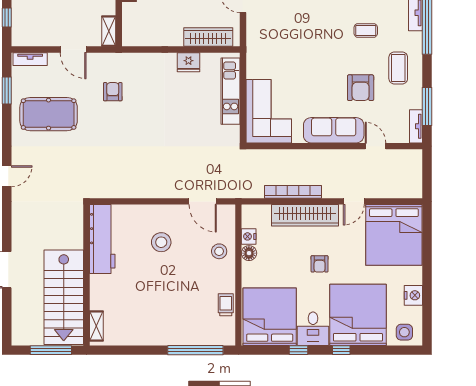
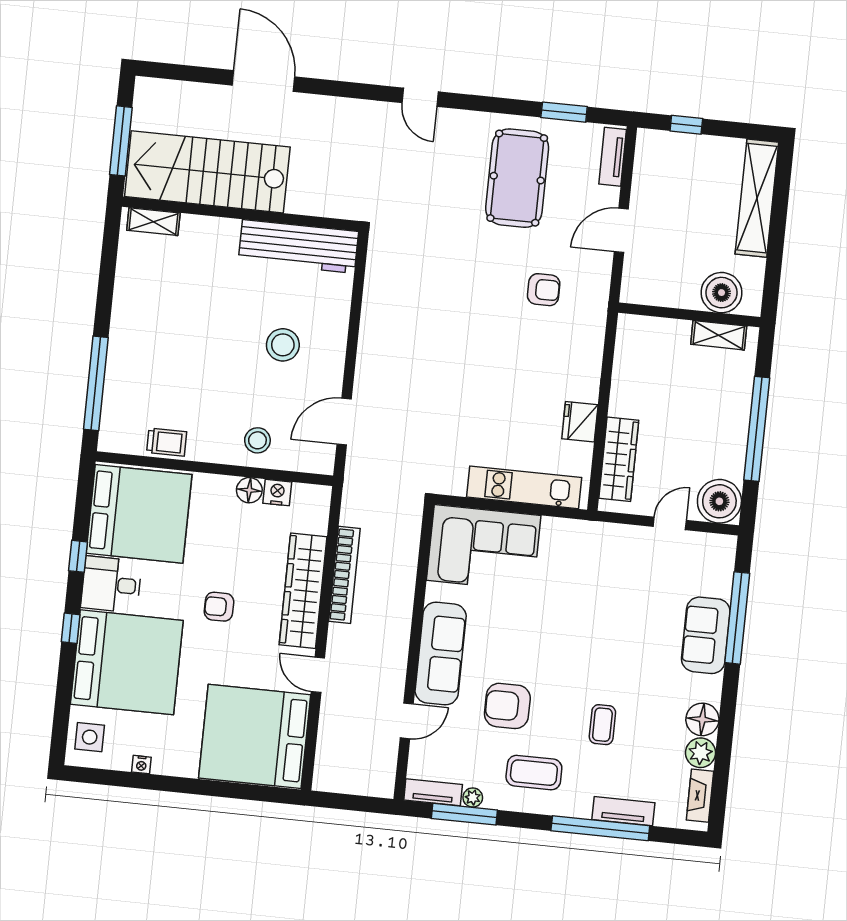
shelving: (109, 31) -> (646, 294), removed
plant: (417, 103) -> (473, 798), added
nightstand: (413, 295) -> (141, 765), width x0.53, depth x0.56

